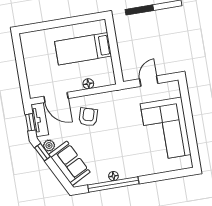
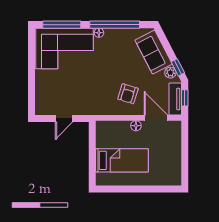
floor lamp: (88, 84) -> (136, 126), moved
corner sofa: (166, 129) -> (65, 49), moved, turned 90
floor lamp: (113, 176) -> (99, 33), moved
window: (167, 176) -> (62, 25), added

